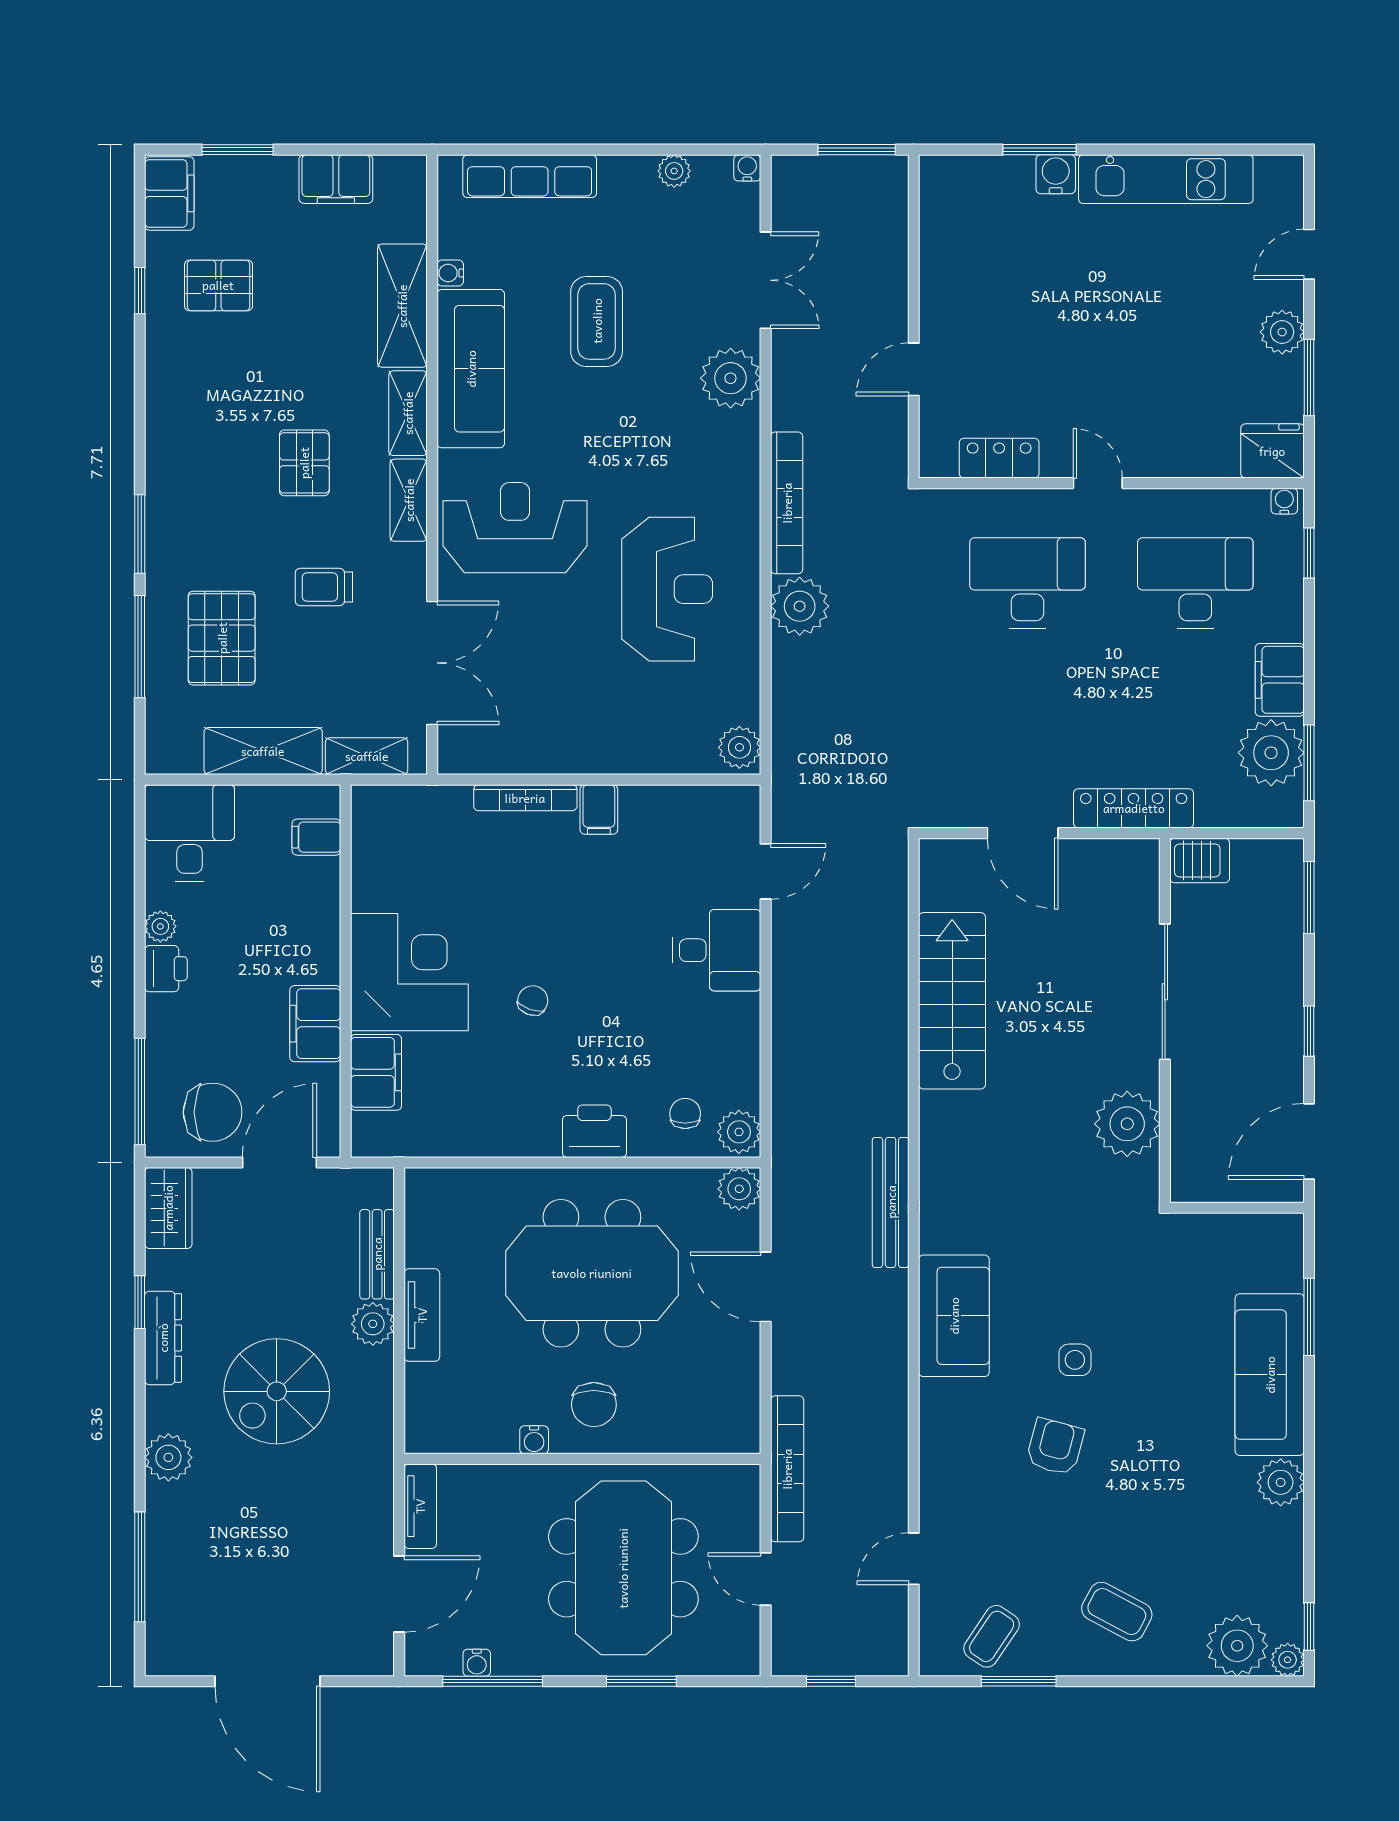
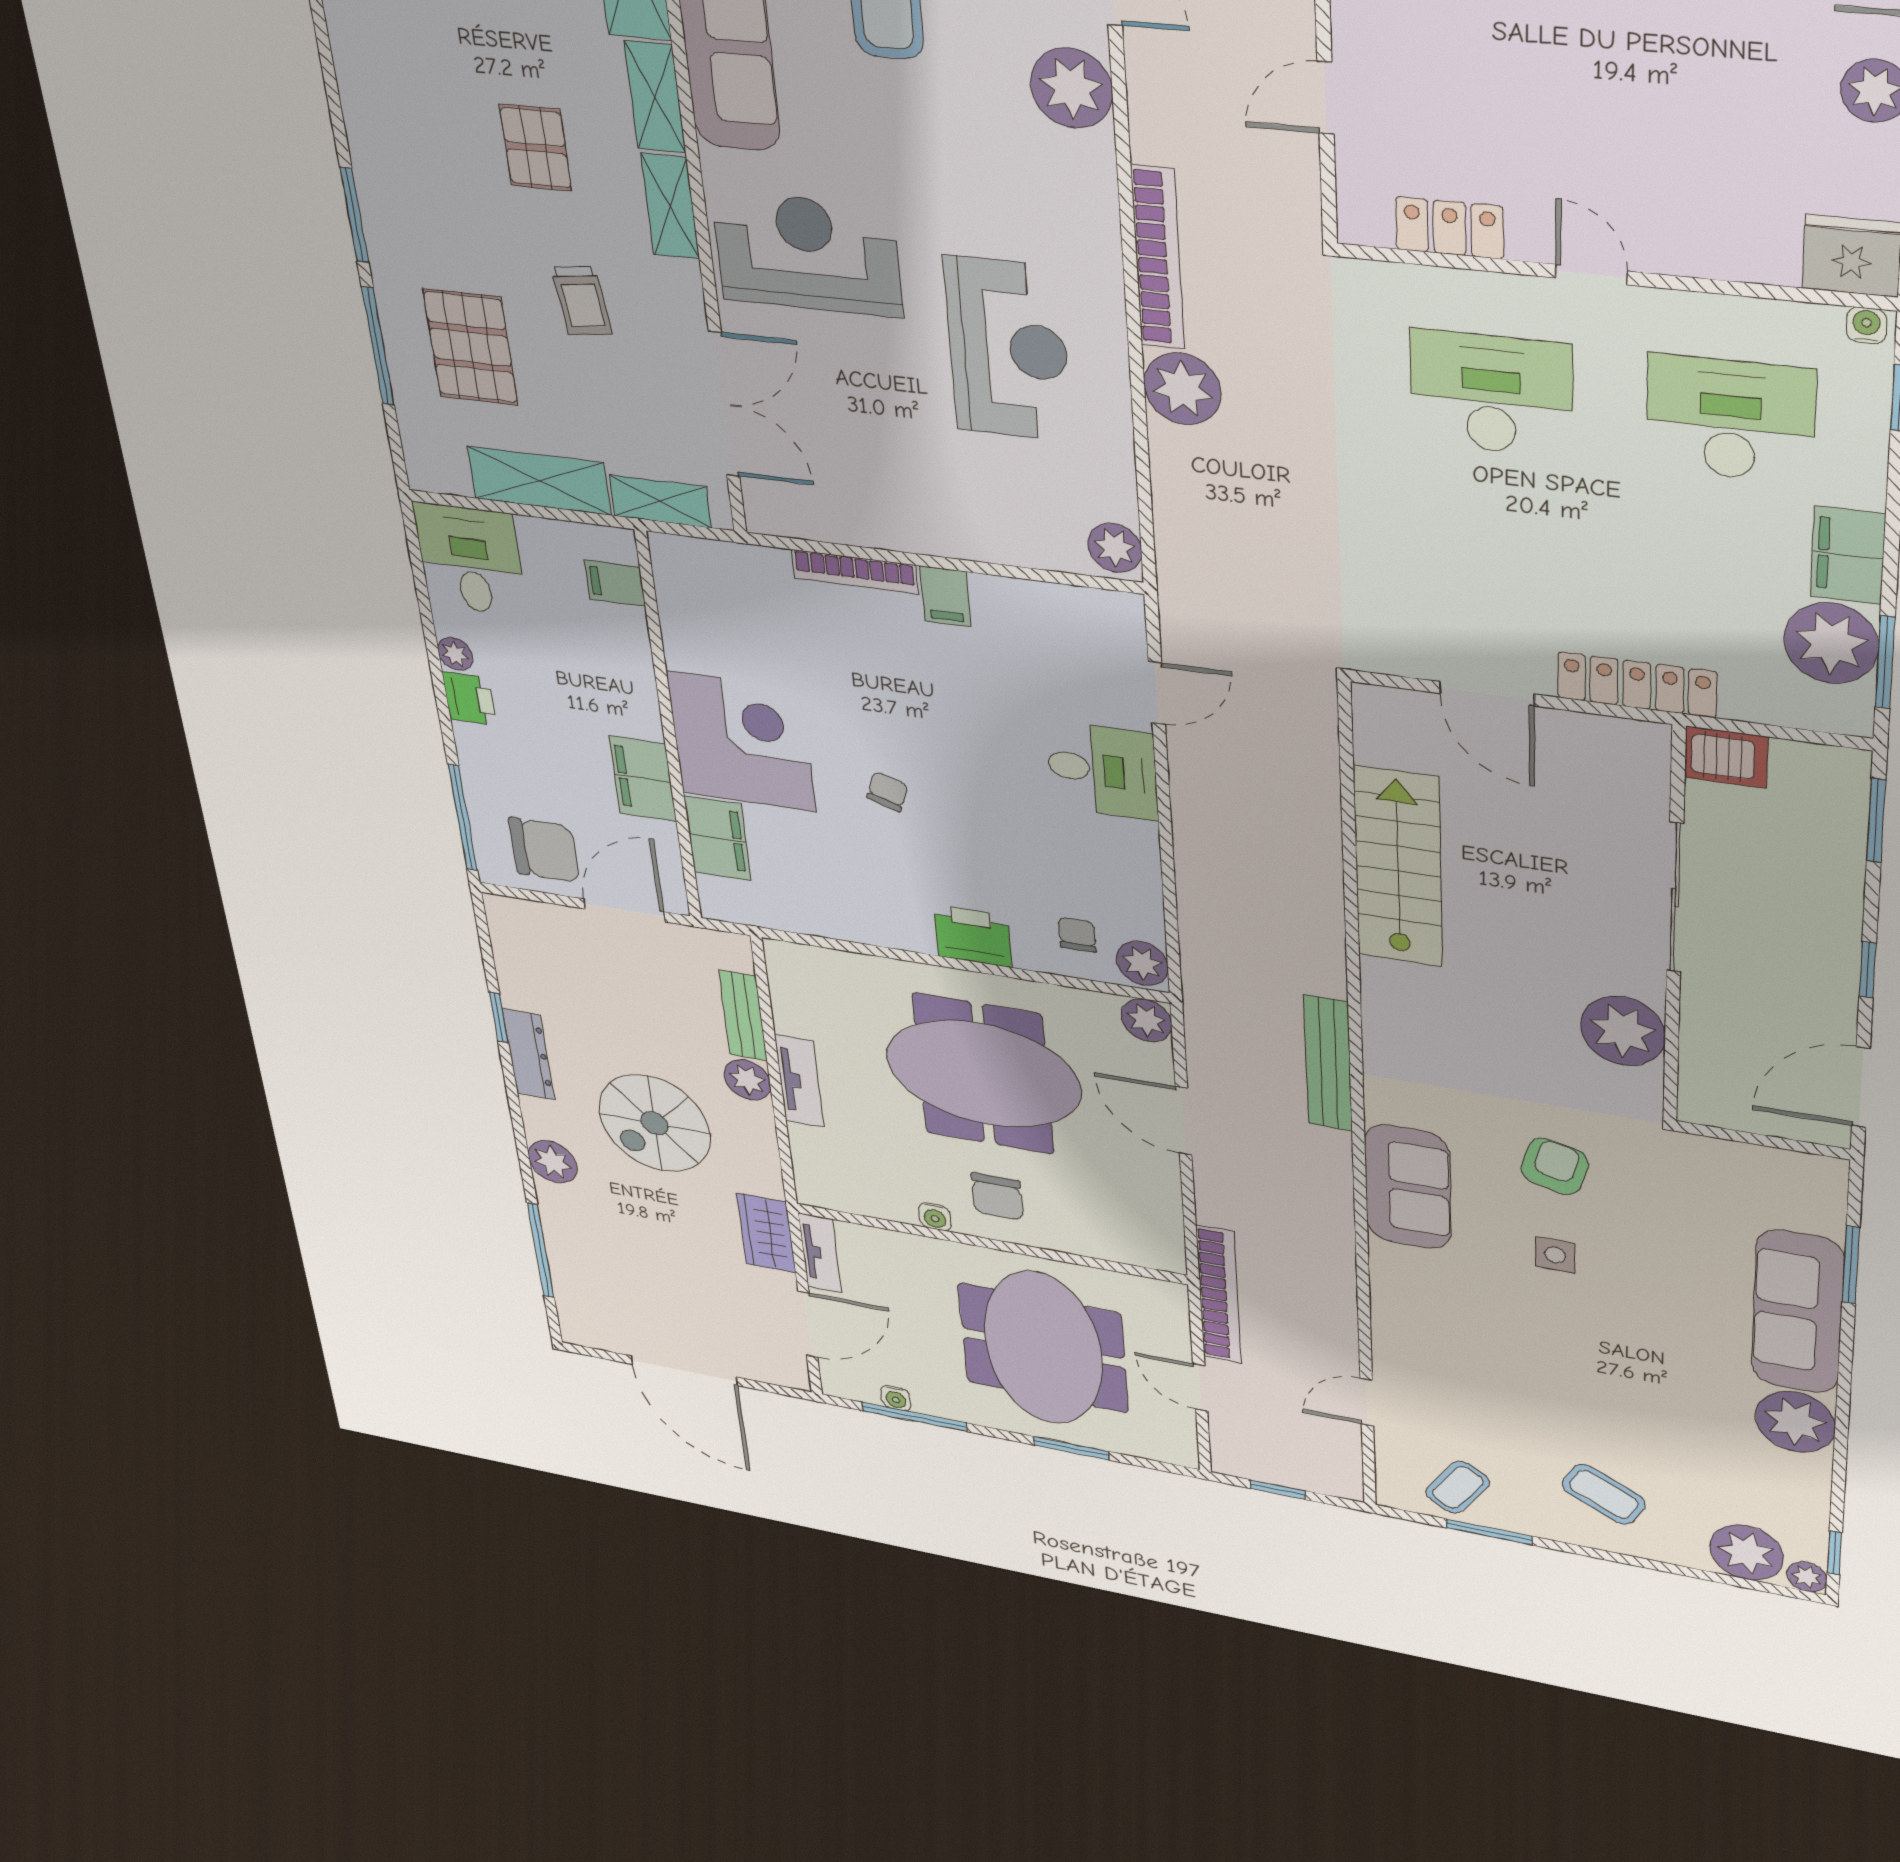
trolley: (324, 587) -> (582, 301), turned -97
wardrobe: (168, 1208) -> (766, 1233), moved, turned 180
armchair: (1055, 1447) -> (1555, 1167), moved
plant: (1281, 1482) -> (1795, 1422), width x1.36, depth x1.36

